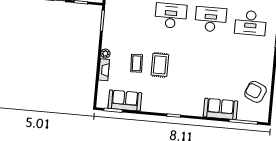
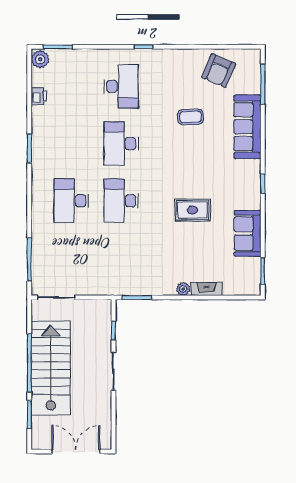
coffee table: (137, 63) -> (190, 117), moved
sofa: (125, 101) -> (248, 233), moved
sofa: (220, 109) -> (247, 127), width x1.36

